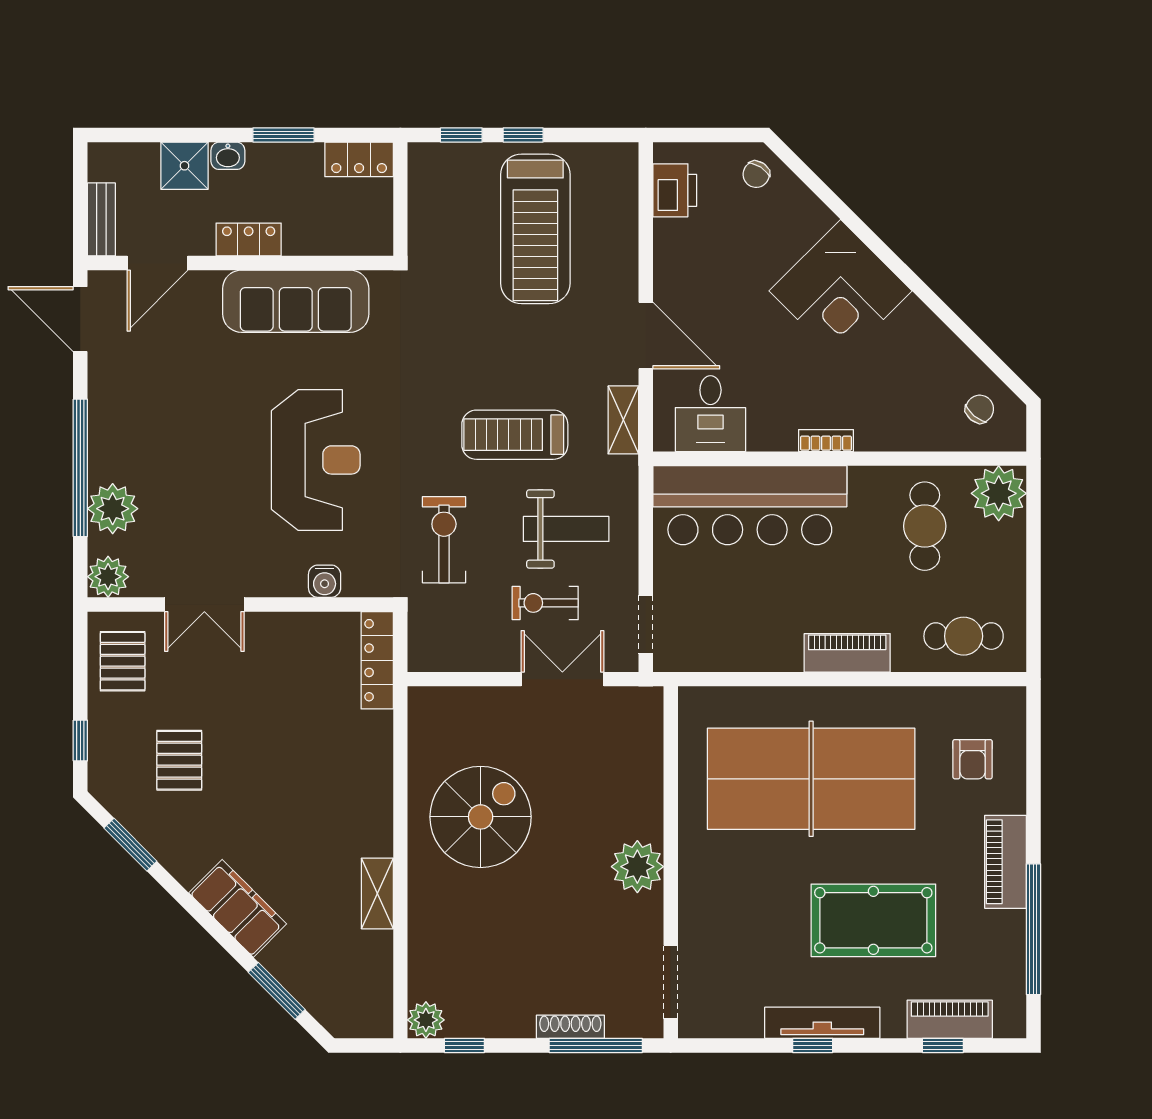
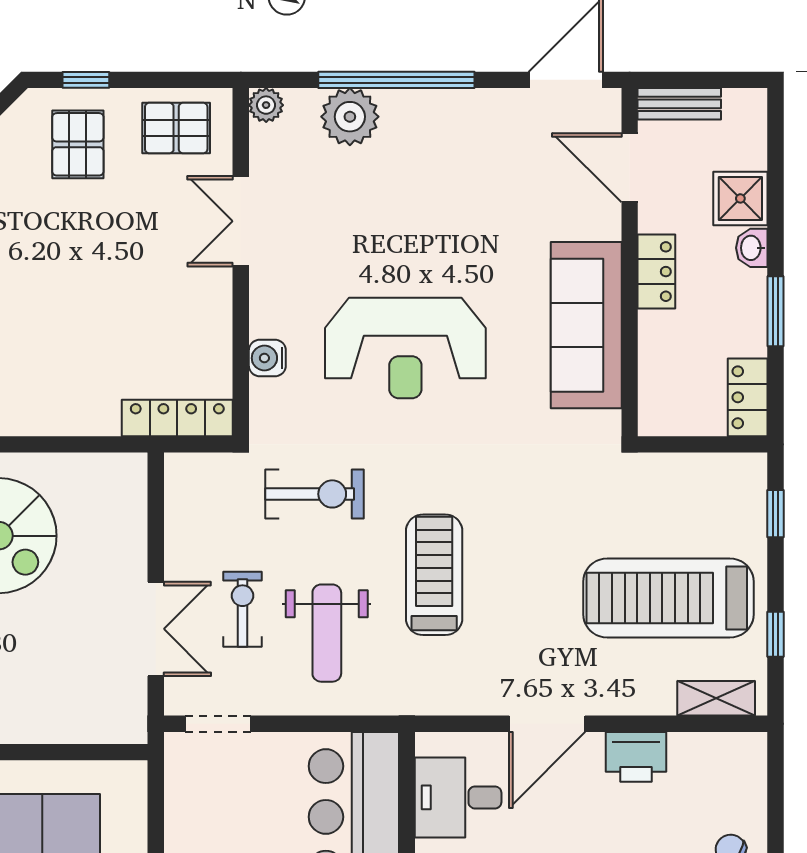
window: (523, 135) -> (775, 634), moved
printer: (675, 190) -> (636, 757), moved
shelving: (623, 420) -> (716, 698), moved
plant: (108, 577) -> (266, 105), width x0.73, depth x0.73
pallet: (179, 760) -> (78, 144), moved, turned 90

